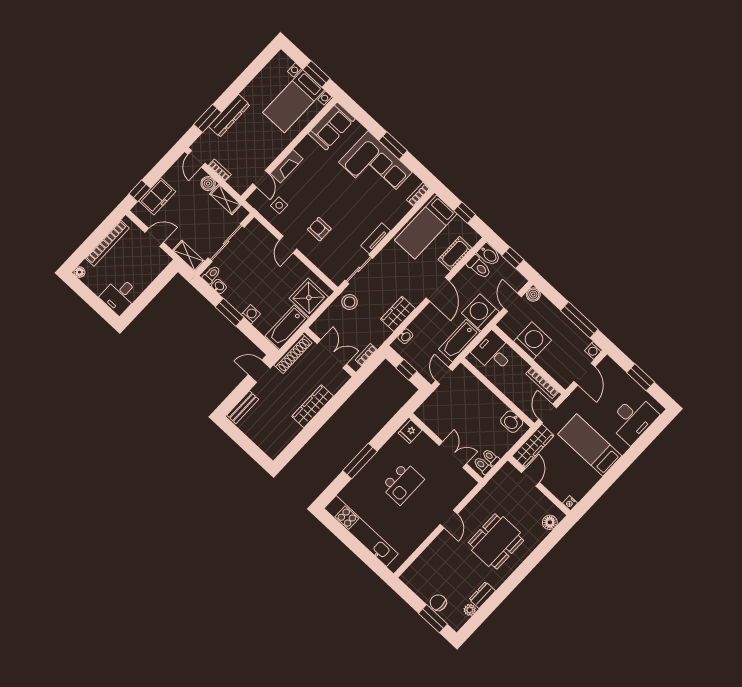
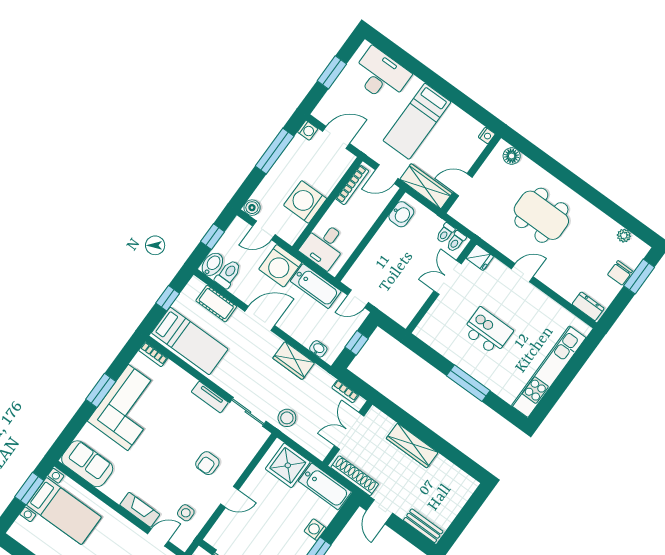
fridge: (410, 432) -> (480, 257), moved
dresser: (482, 595) -> (588, 306), moved, turned 180

